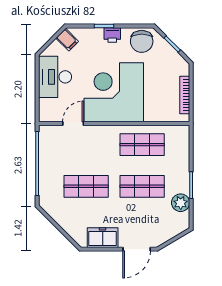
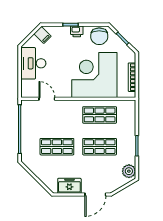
corner desk: (114, 92) -> (94, 75), moved
door: (73, 123) -> (47, 99), hinge flipped
plant: (181, 203) -> (129, 171), moved

